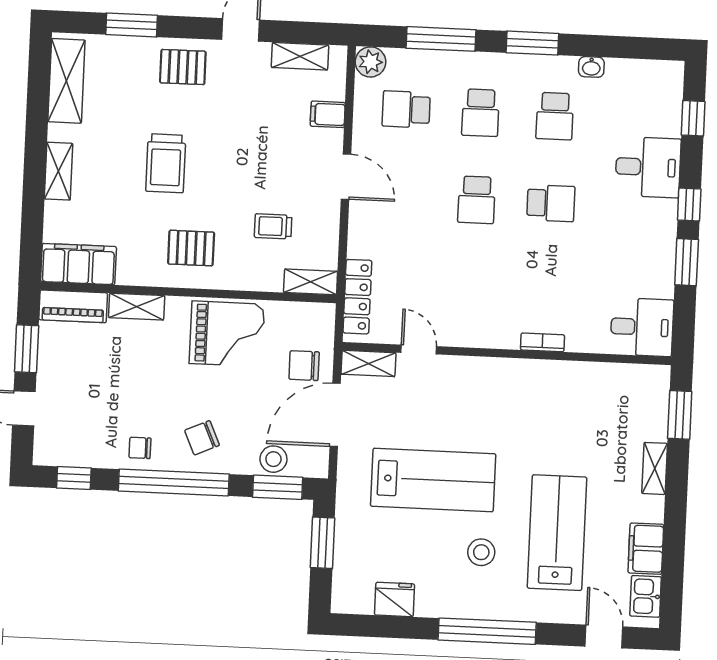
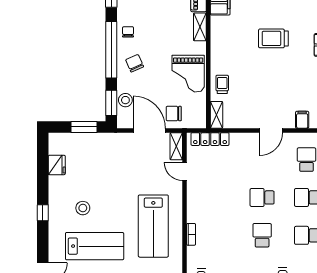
school desk: (551, 203) -> (262, 235), turned 180
trolley: (273, 226) -> (222, 84), moved
pallet: (191, 248) -> (231, 53), removed
door: (419, 350) -> (185, 172), swing flipped
chair: (304, 366) -> (174, 114), turned -90
lab bench: (433, 480) -> (153, 226), moved
window: (487, 631) -> (43, 213), width x0.32

